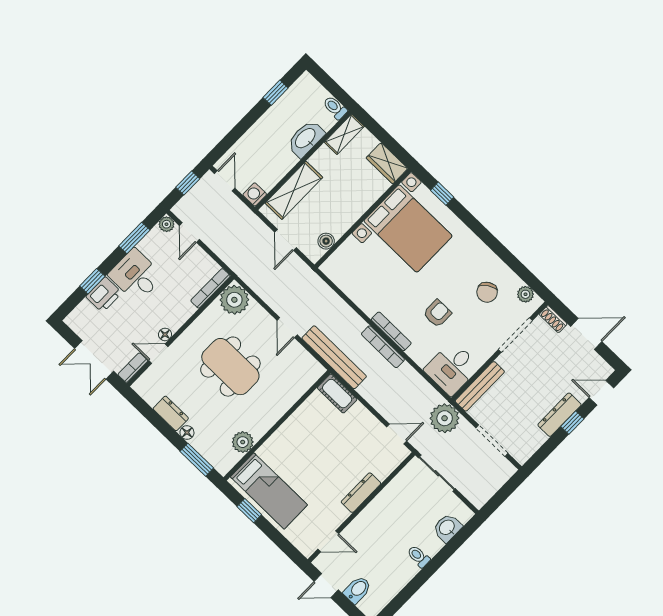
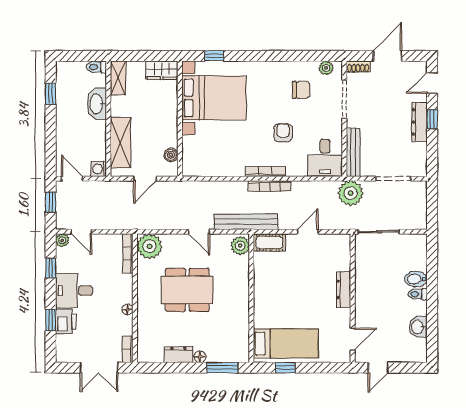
window: (134, 238) -> (51, 268), width x0.67
door: (285, 240) -> (145, 179), hinge flipped
chair: (487, 292) -> (301, 90), turned -57
door: (158, 354) -> (135, 325), removed
door: (397, 434) -> (308, 232), moved
plant: (243, 442) -> (240, 246), moved
washbasin: (447, 528) -> (418, 327), moved
bidet: (357, 590) -> (416, 279), moved, turned -90

